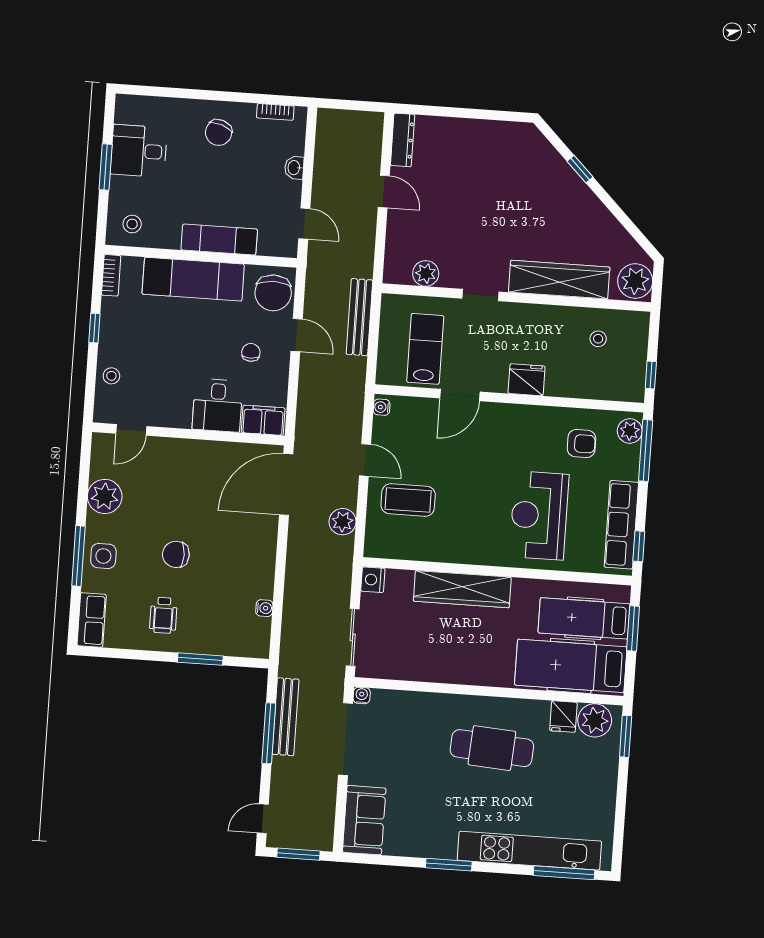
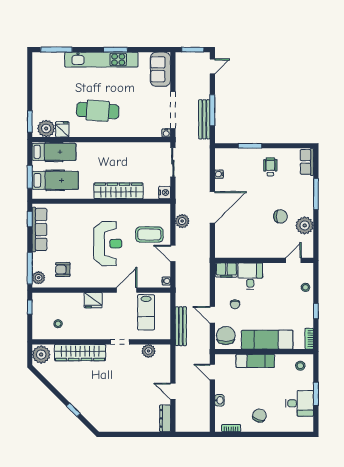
door: (286, 484) -> (212, 207), moved
reception desk: (539, 515) -> (108, 244), moved
chair: (176, 554) -> (280, 216), moved
side table: (103, 556) -> (303, 195), removed
hospital bed: (571, 666) -> (54, 152), width x0.73, depth x0.78
kitchen unit: (529, 851) -> (101, 60), moved

